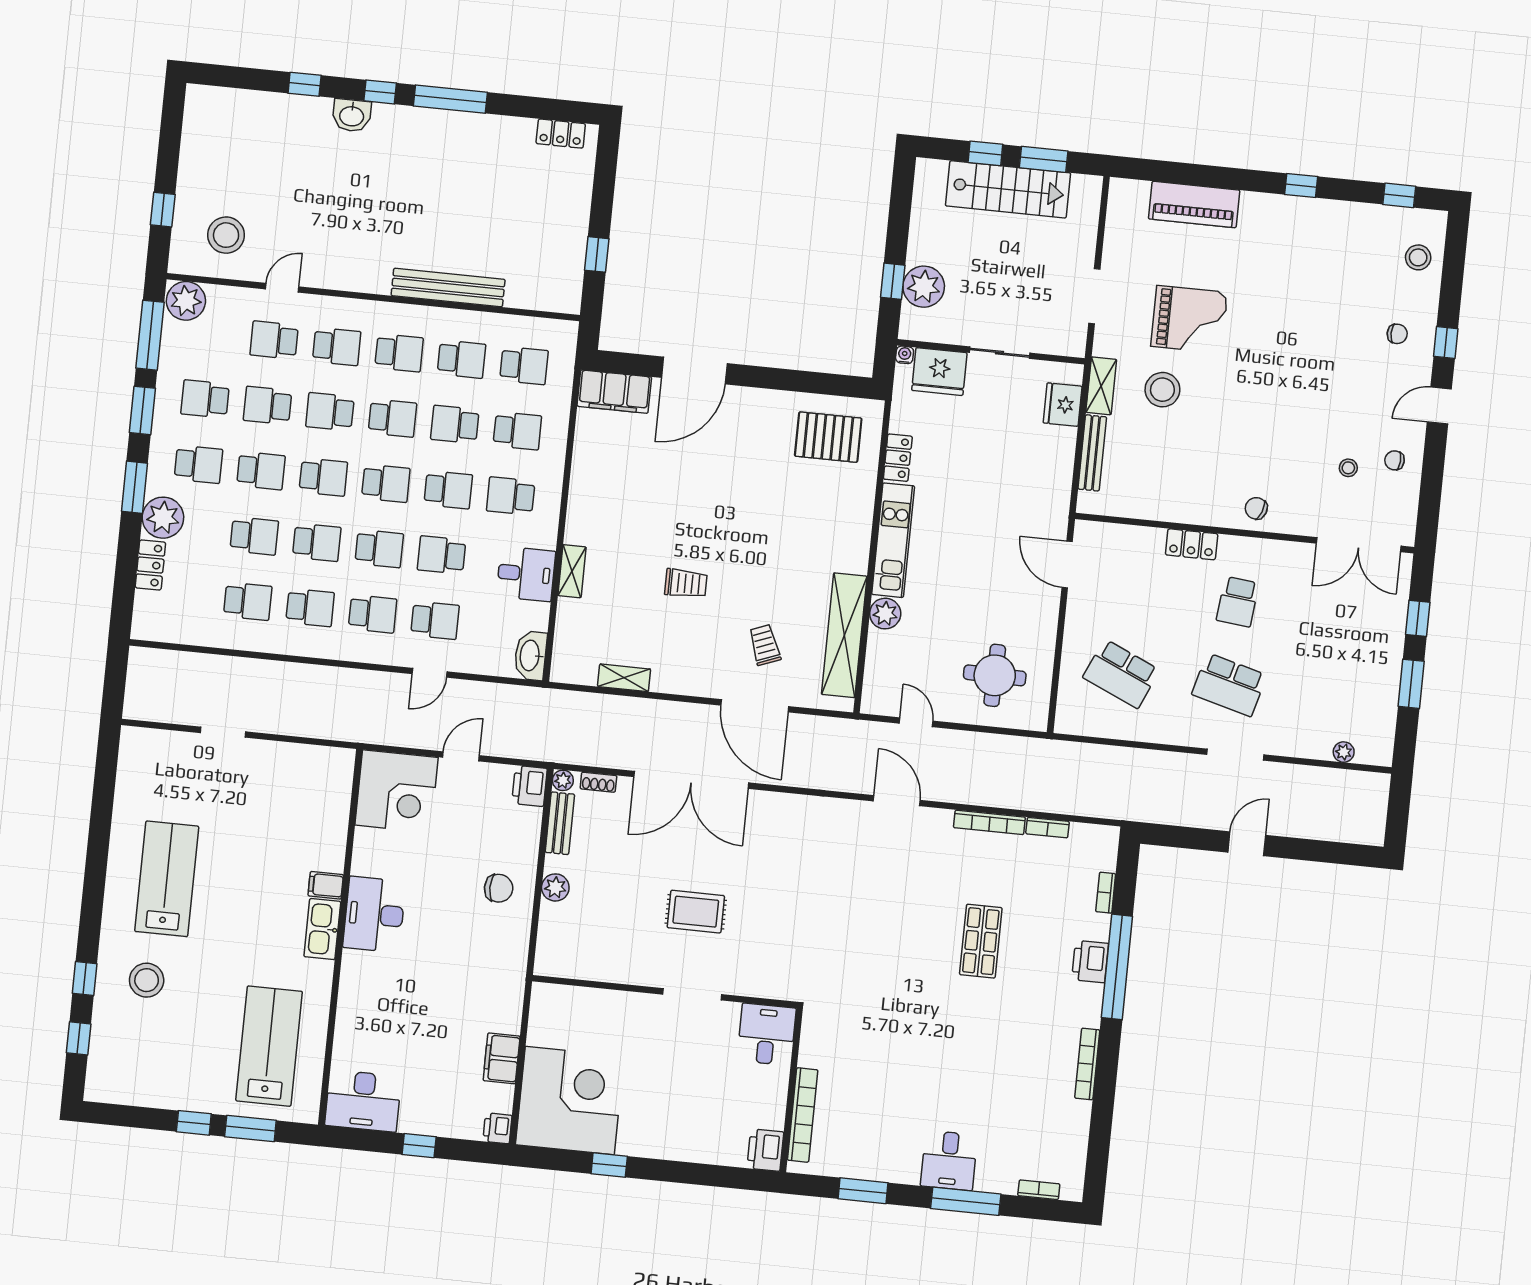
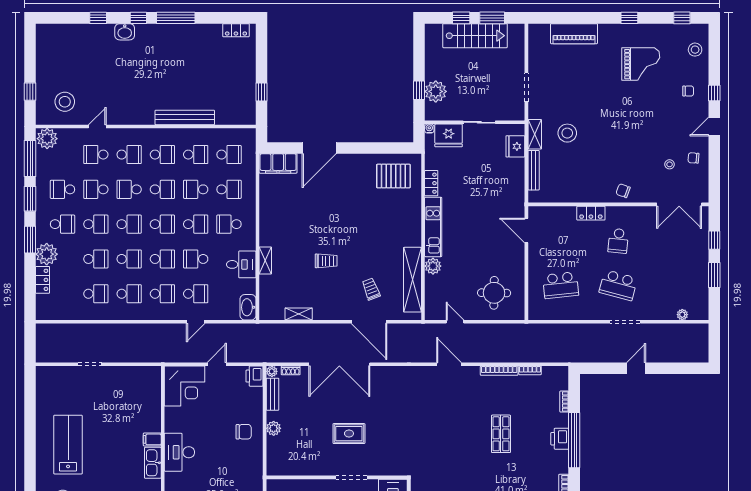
grand piano: (1189, 319) -> (641, 64), moved
school desk: (1121, 674) -> (561, 285), turned -30

